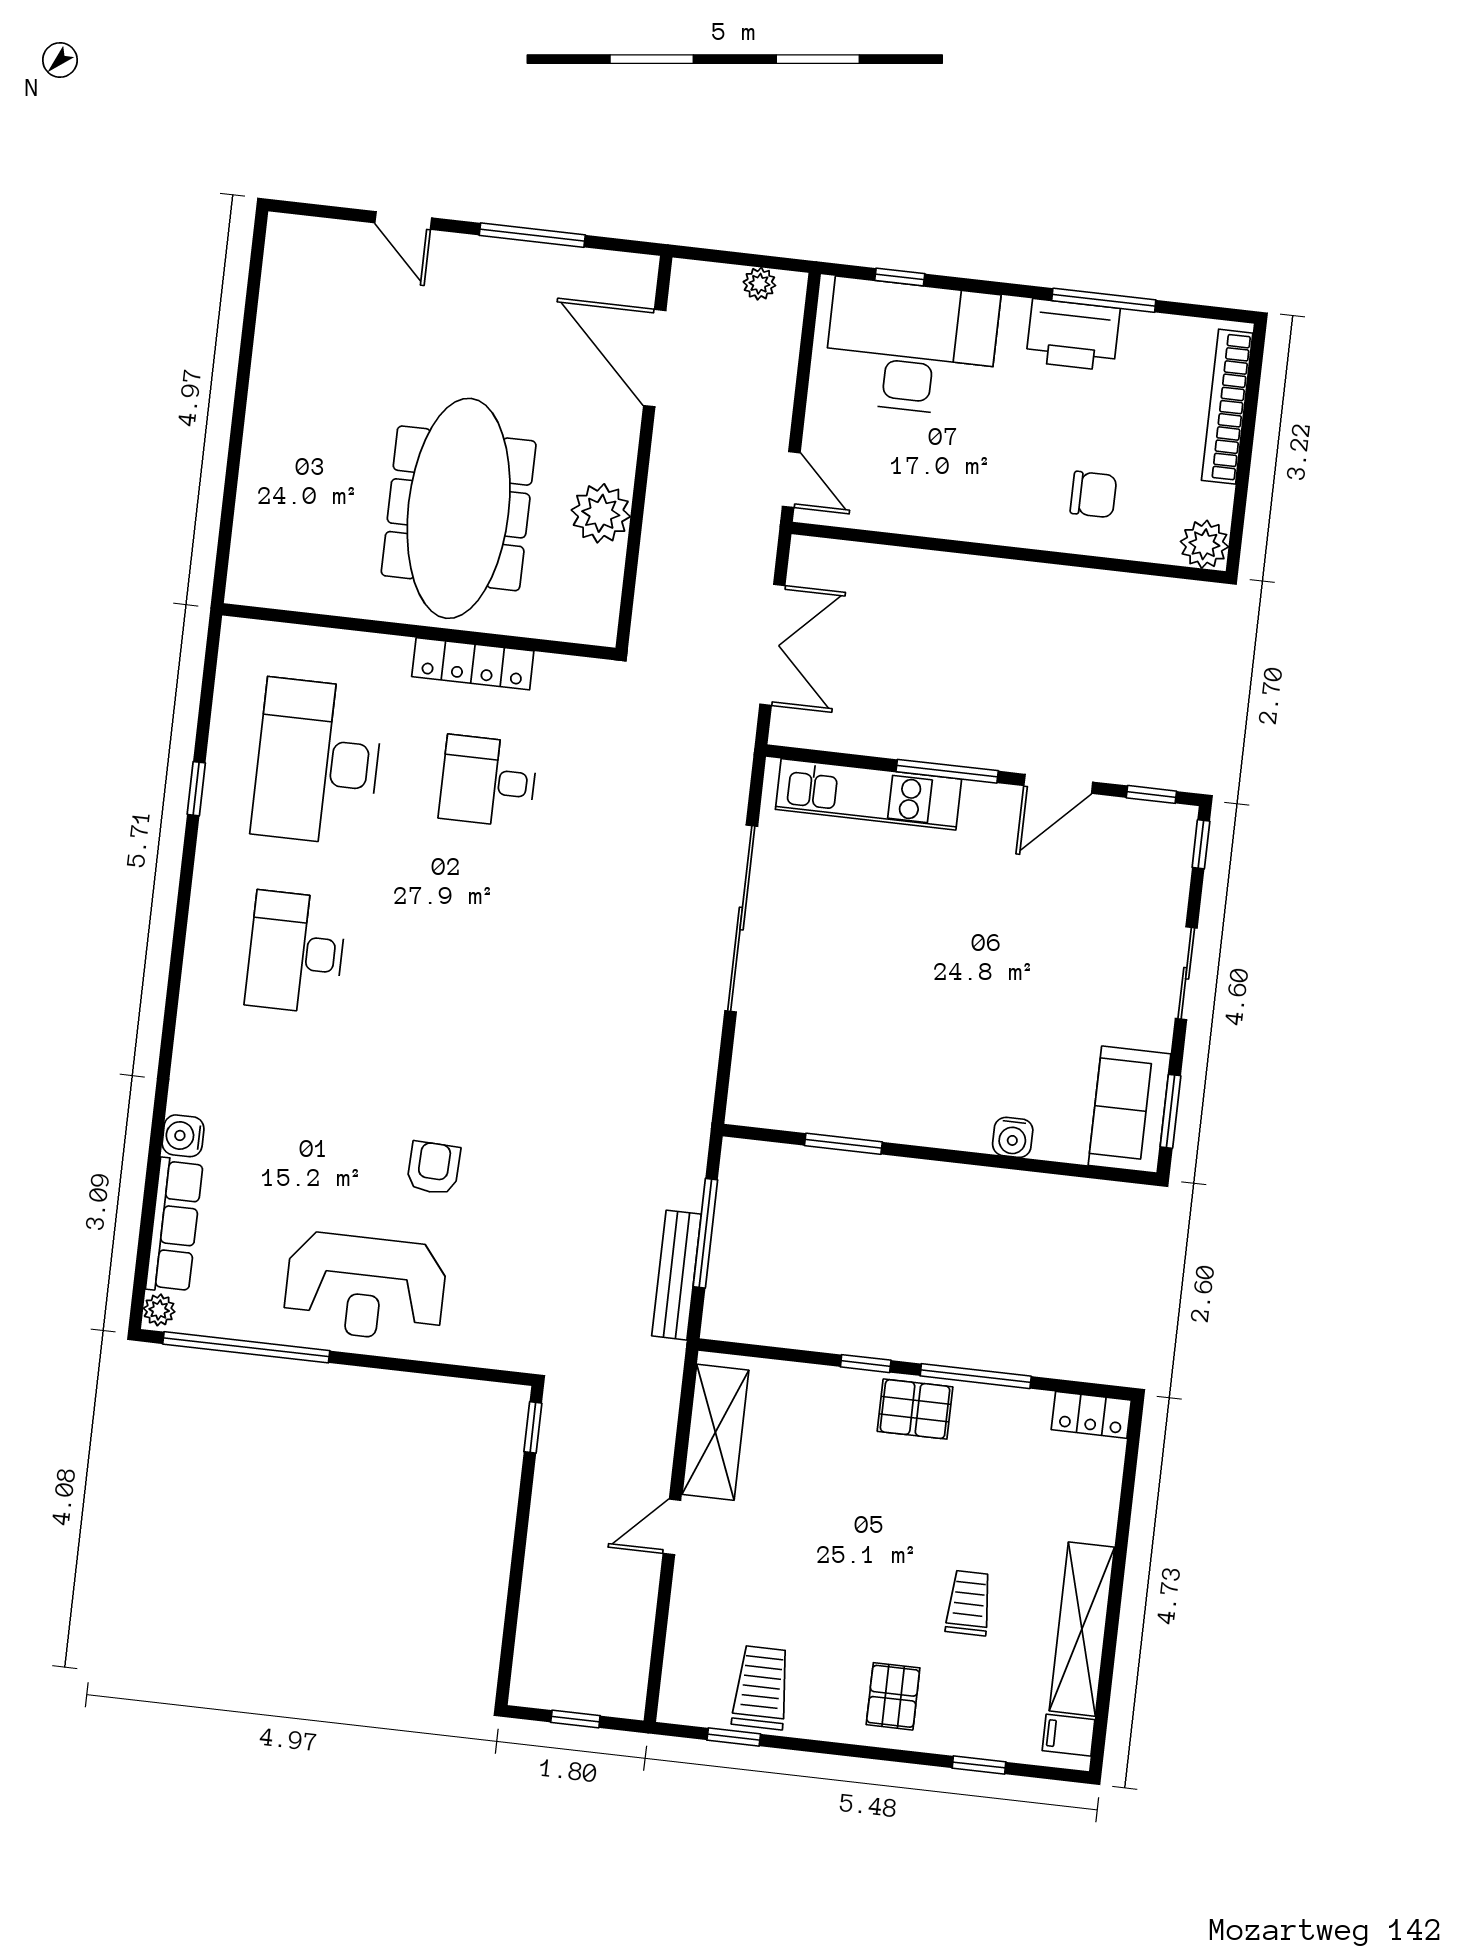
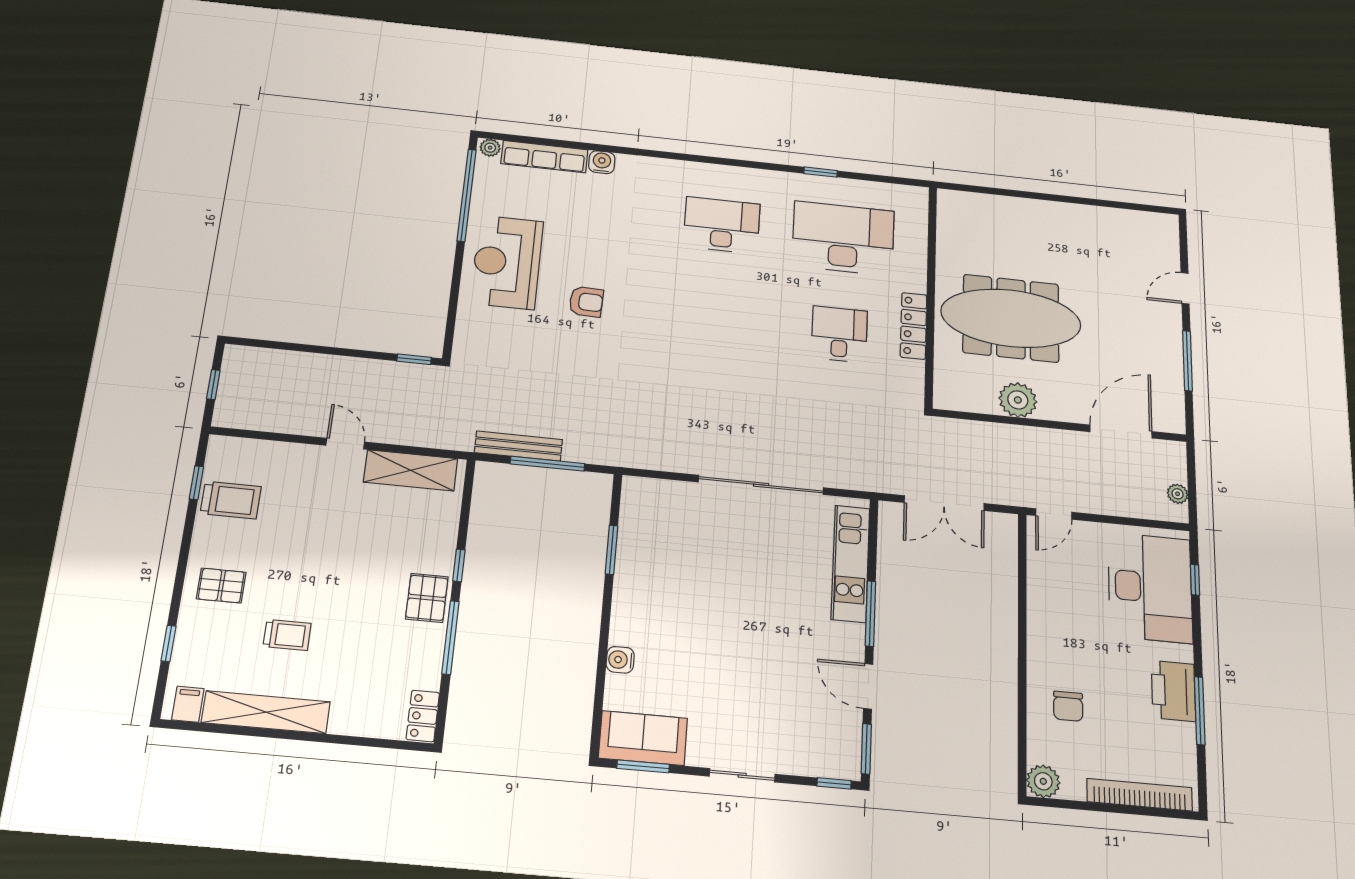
window: (1151, 794) -> (866, 749), width x1.50

